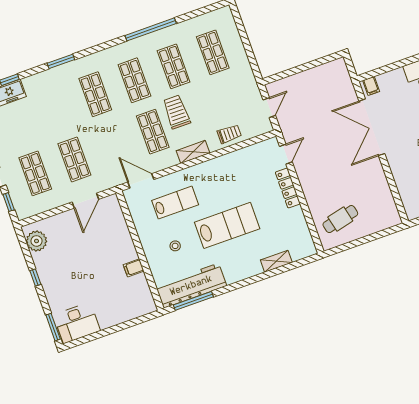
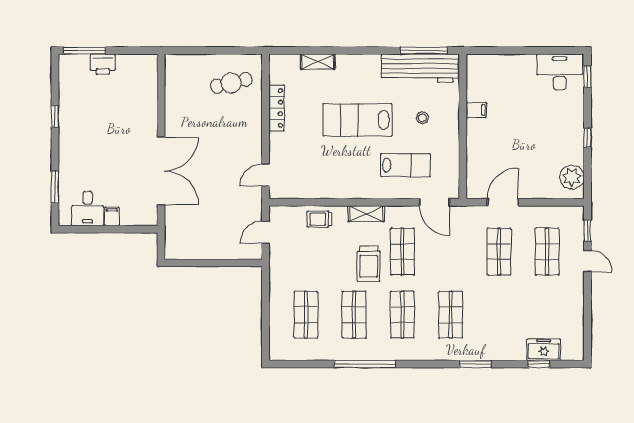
filing cabinet: (371, 86) -> (112, 216), moved
locker: (288, 188) -> (277, 108), moved
lab bench: (175, 203) -> (405, 165), turned 180
window: (53, 327) -> (587, 77), width x0.67

